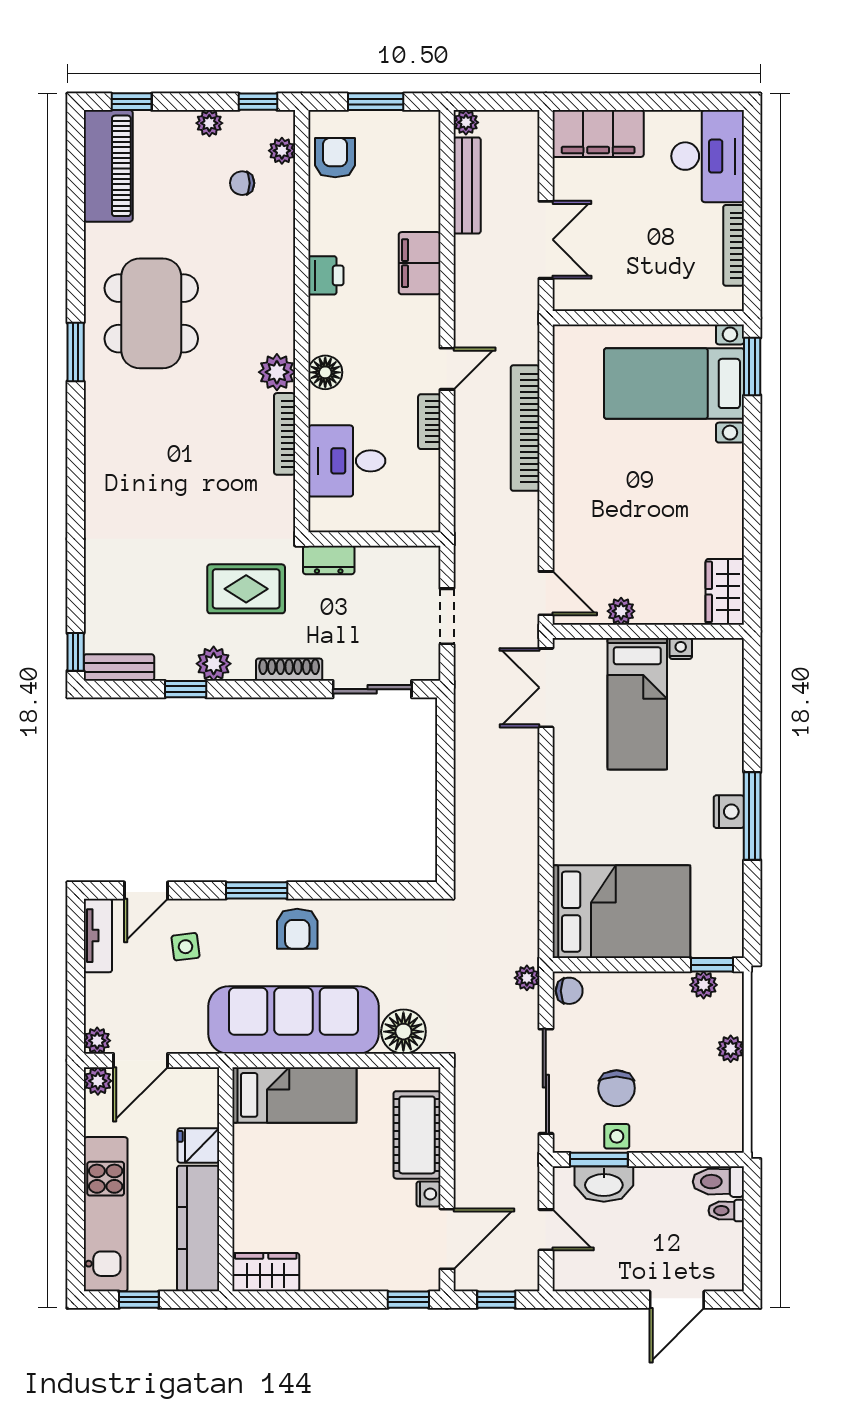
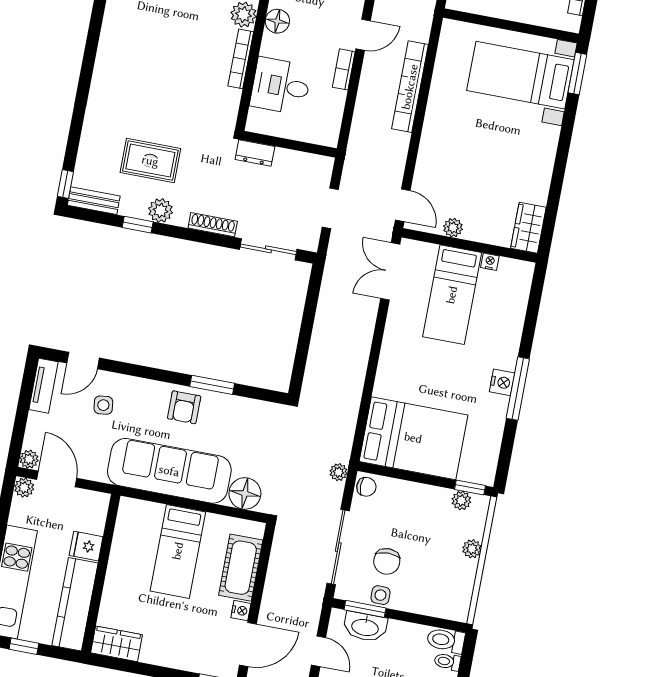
rug: (246, 589) -> (150, 161), moved
window: (257, 890) -> (212, 385), moved
door: (140, 1060) -> (57, 479), swing flipped
bed: (294, 1095) -> (178, 551), moved, turned 90

